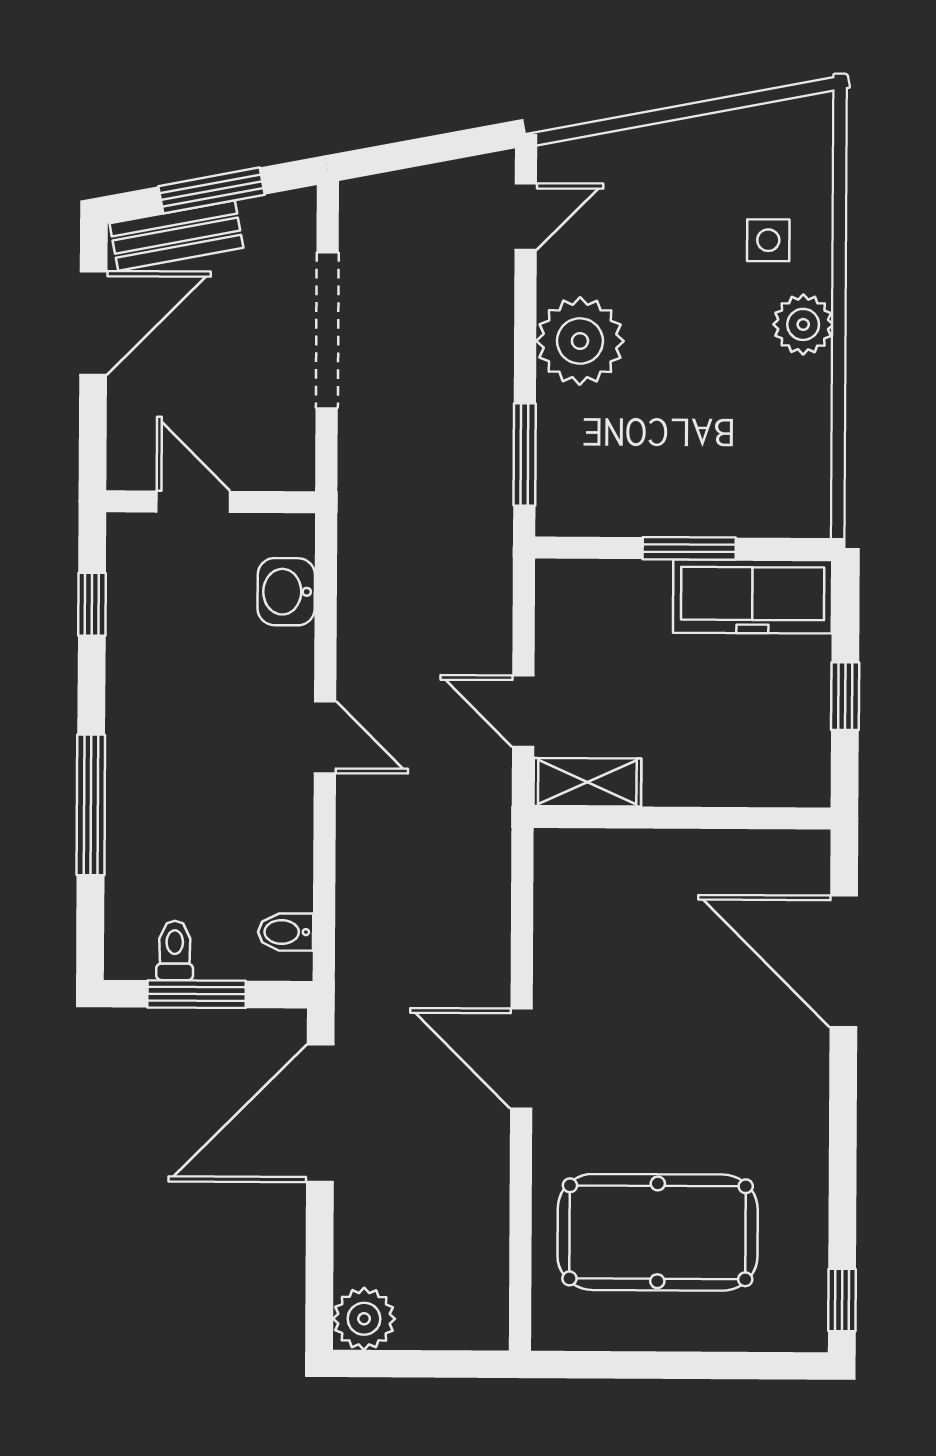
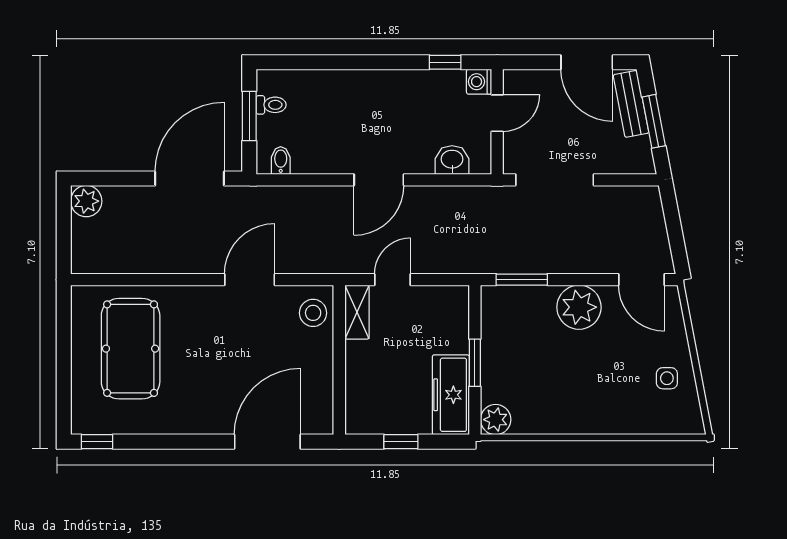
door: (526, 217) -> (641, 280), width x1.38
side table: (768, 240) -> (667, 378), moved
plant: (803, 324) -> (496, 420), moved
doorway: (327, 330) -> (555, 180), moved
washing machine: (131, 537) -> (479, 82), added
door: (325, 737) -> (379, 180), width x1.38
window: (91, 805) -> (344, 62), removed
stool: (588, 869) -> (313, 313), added
door: (521, 1059) -> (250, 280), moved
door: (320, 1113) -> (190, 179), hinge flipped

